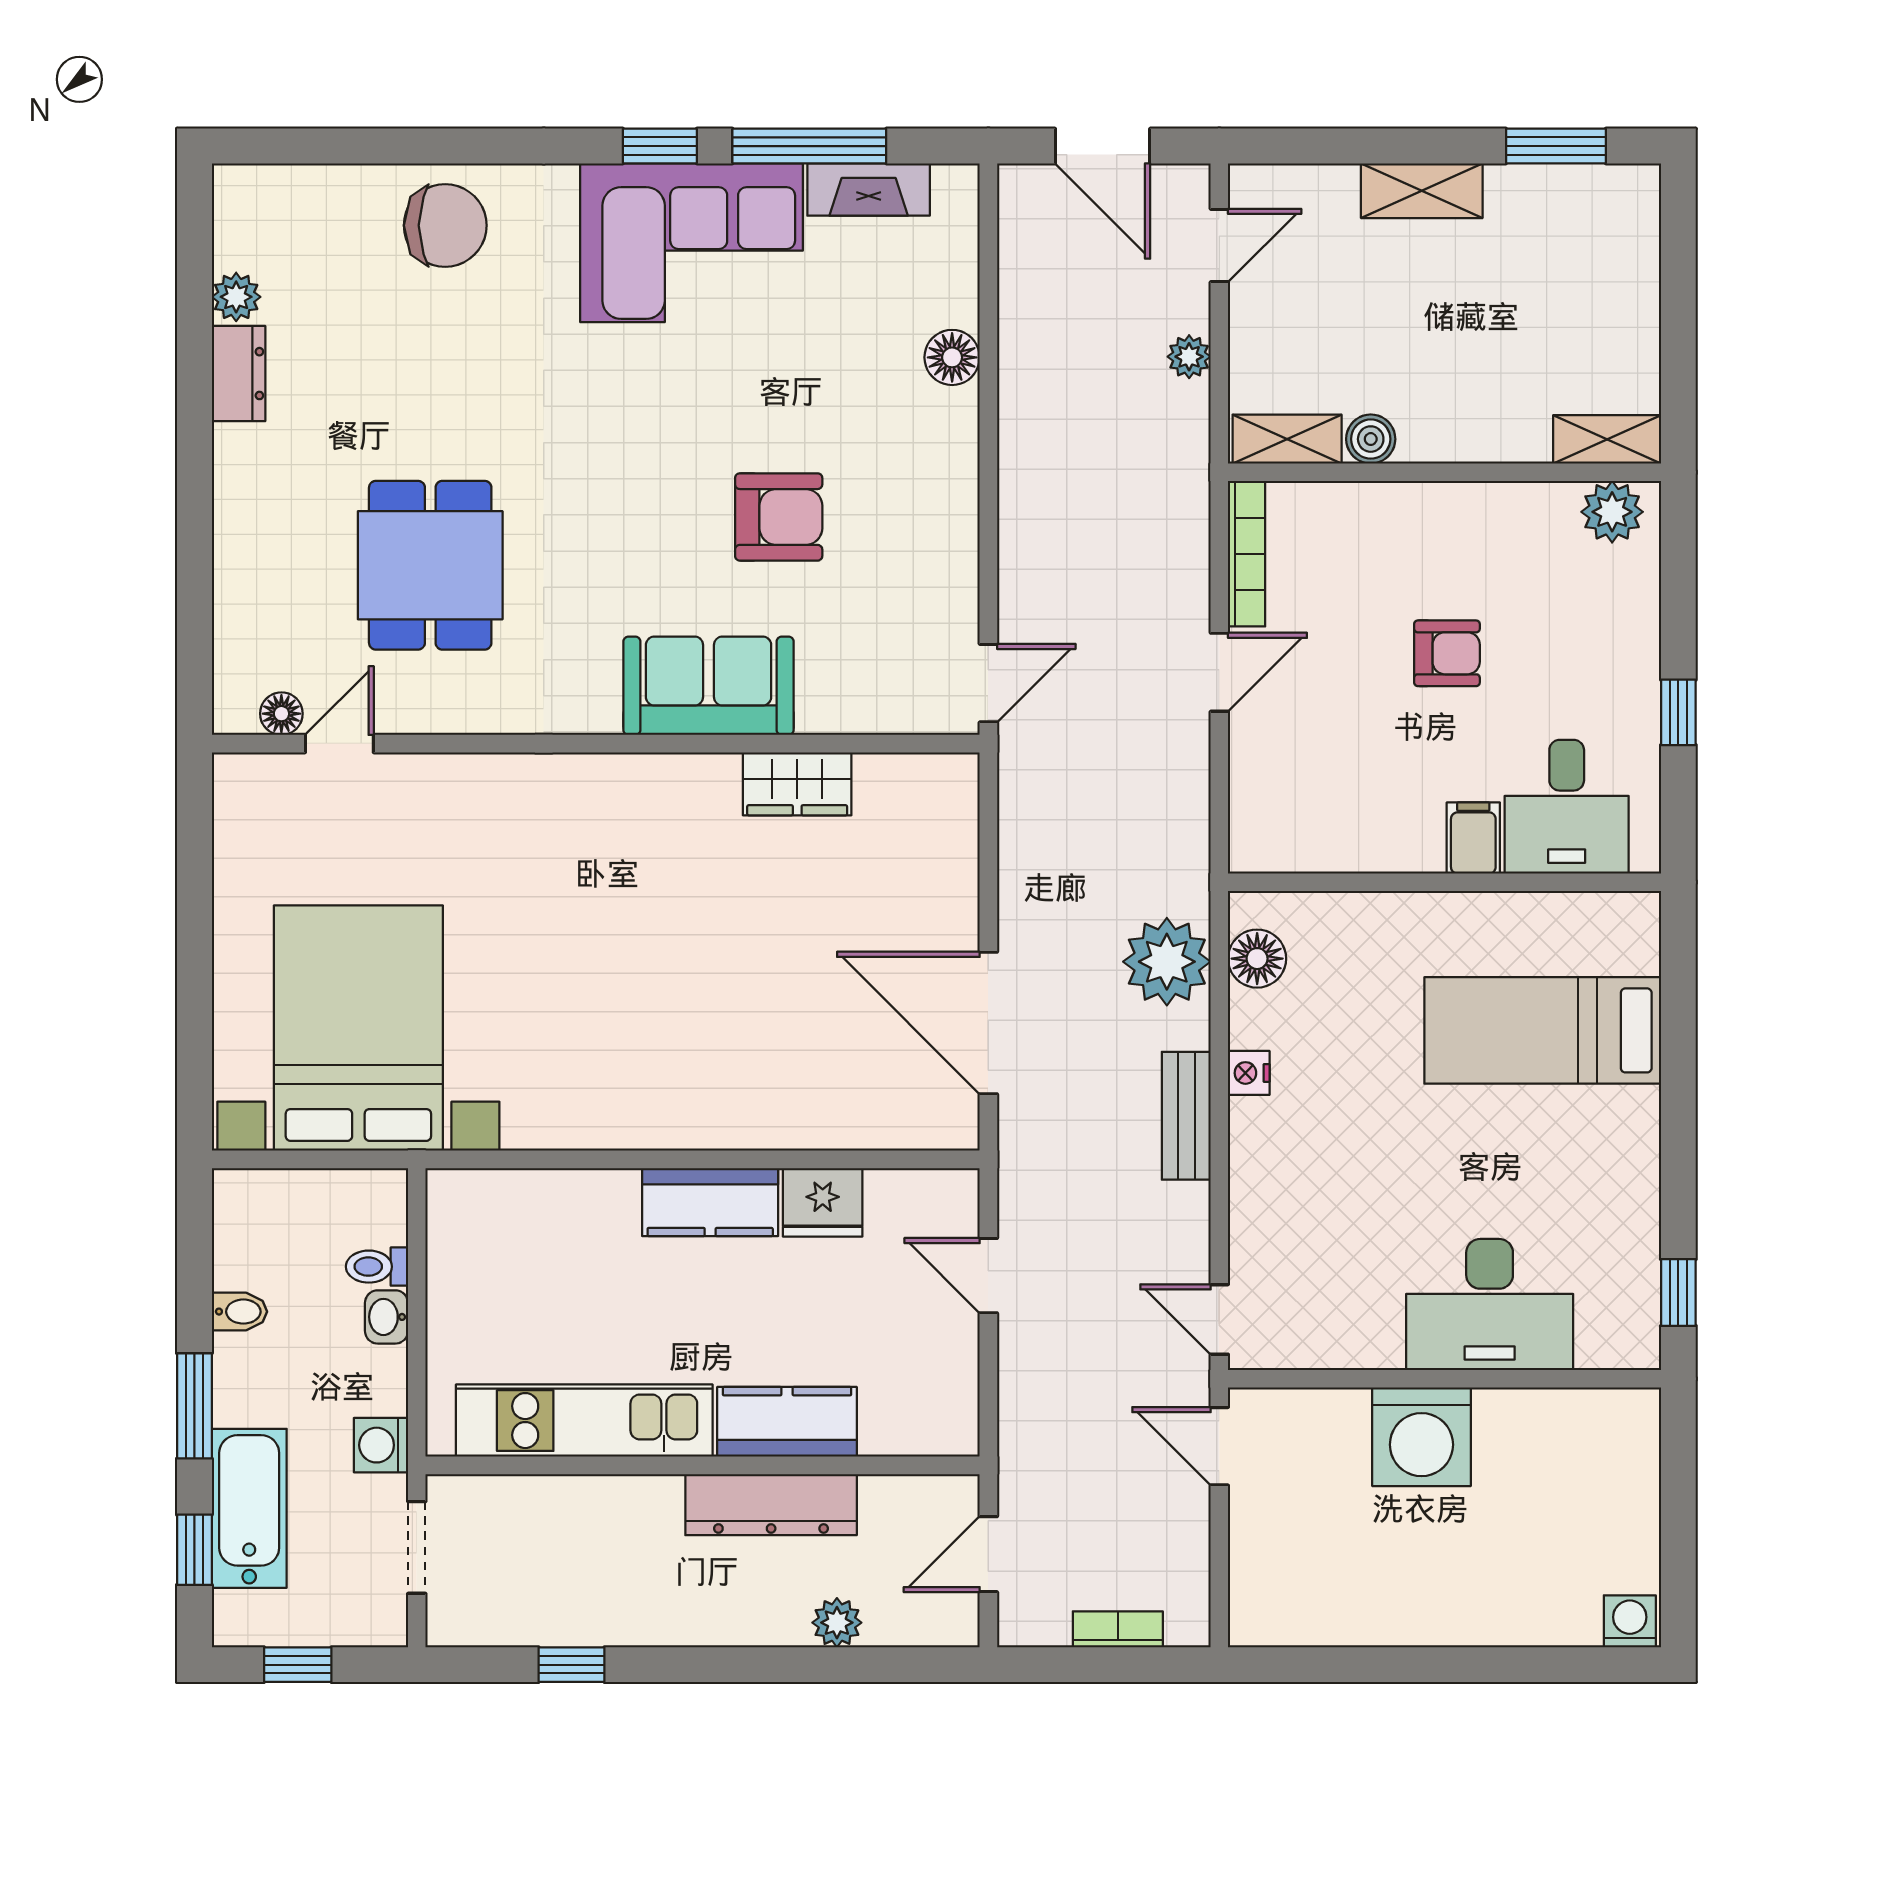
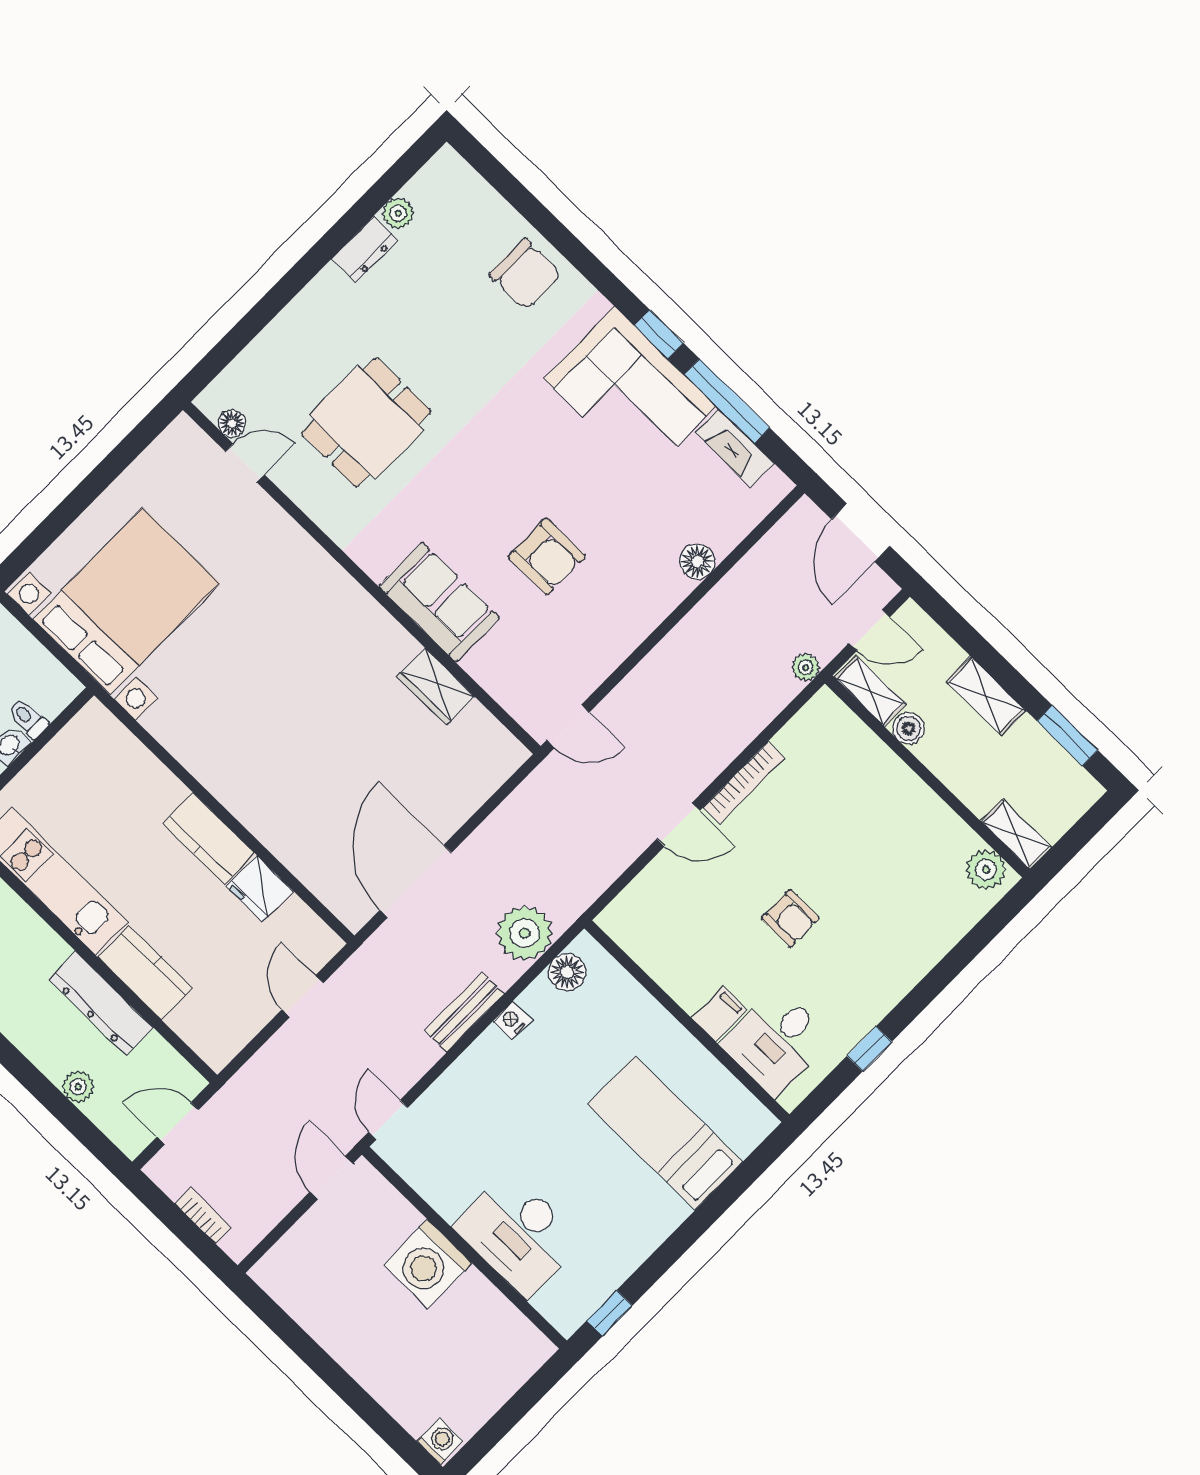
shelving: (1287, 439) -> (870, 691), moved
boiler: (1371, 439) -> (909, 728), moved
shelving: (1607, 439) -> (1016, 834), moved
wall: (1445, 472) -> (927, 777), moved
plant: (1612, 512) -> (986, 870), moved

